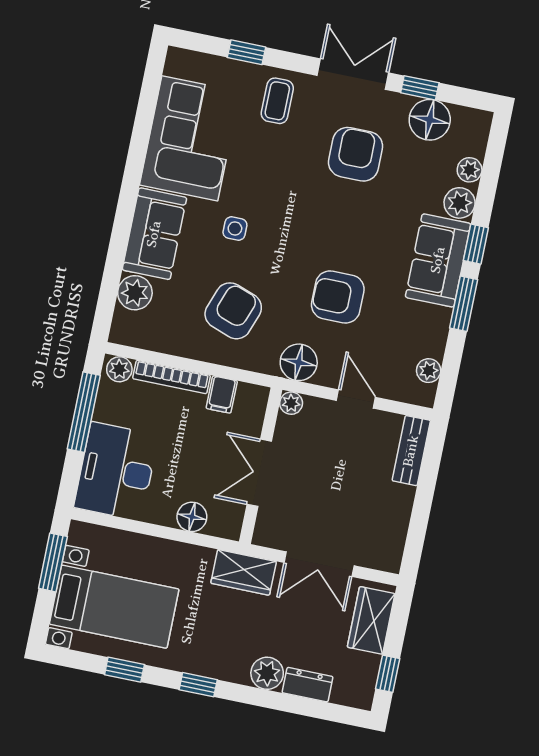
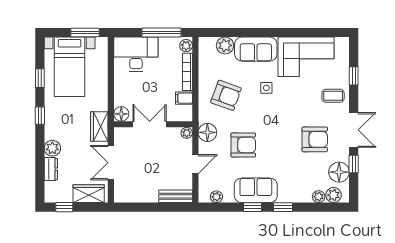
plant: (460, 203) -> (334, 195), moved
sofa: (438, 260) -> (256, 190), moved
armchair: (338, 297) -> (243, 145), turned 90
window: (464, 304) -> (253, 207), width x0.67
floor lamp: (192, 517) -> (121, 114), moved

